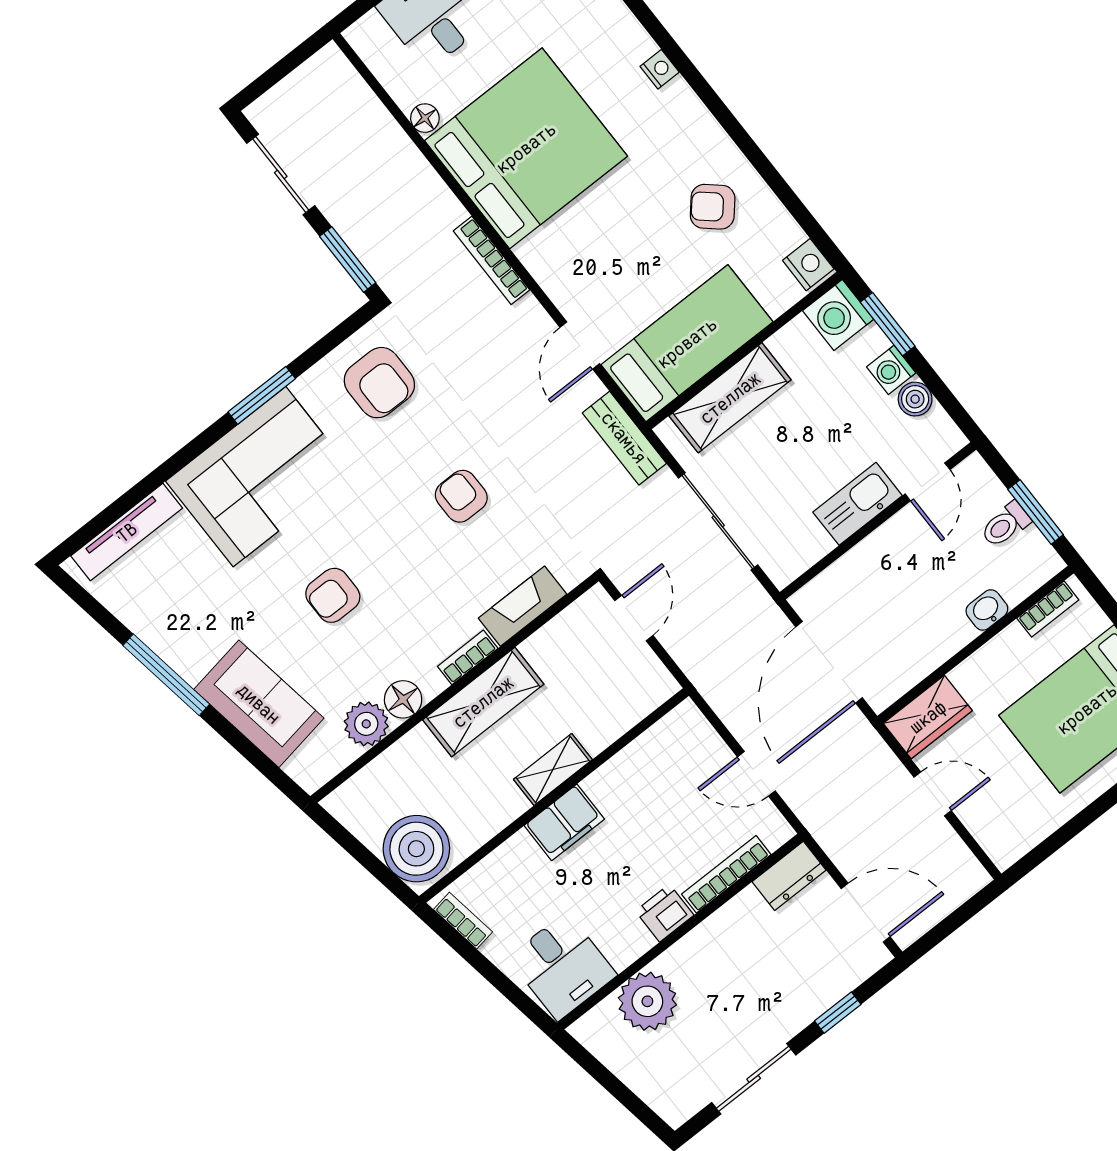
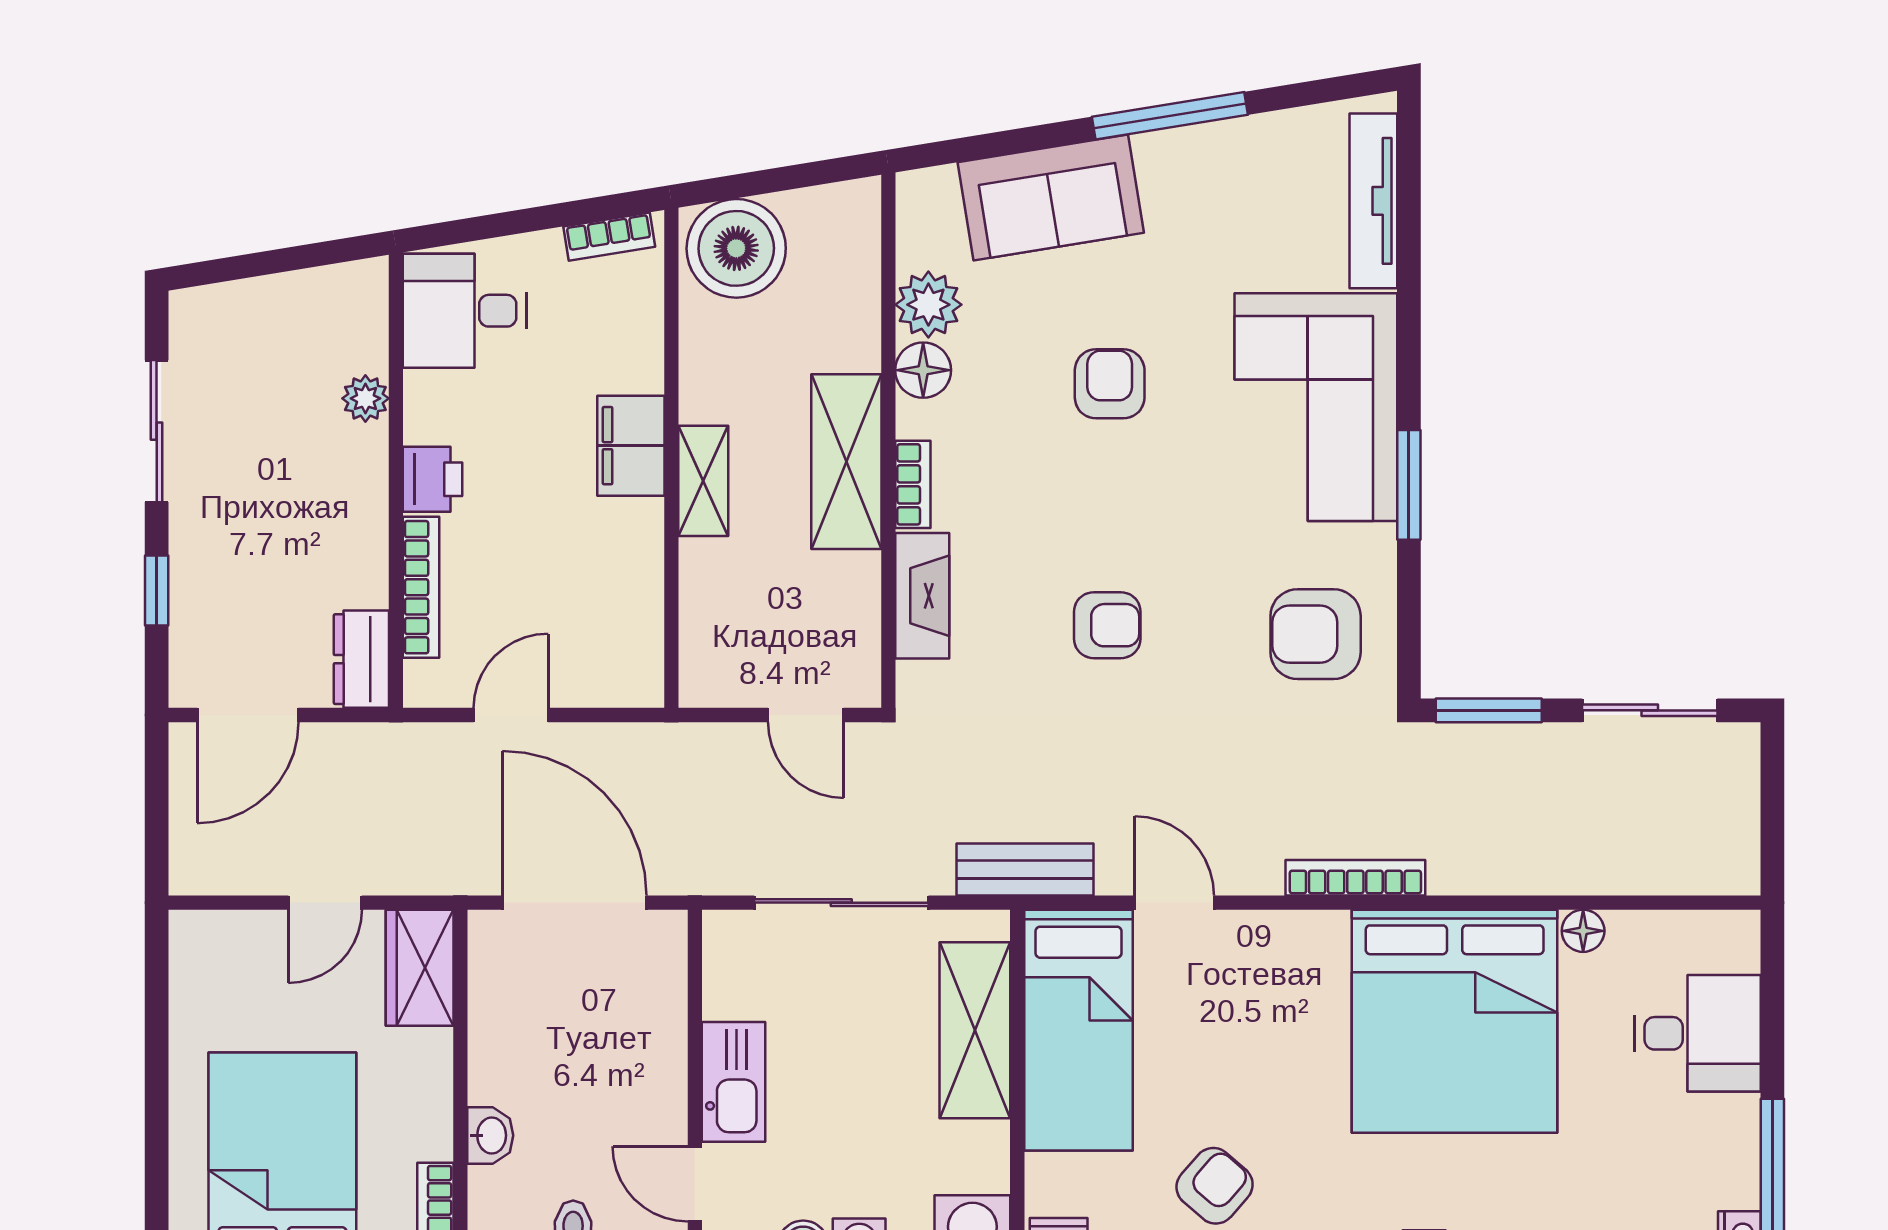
plant: (647, 1001) -> (365, 398), width x0.53, depth x0.53

